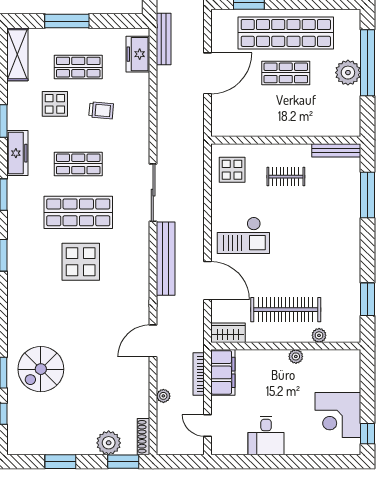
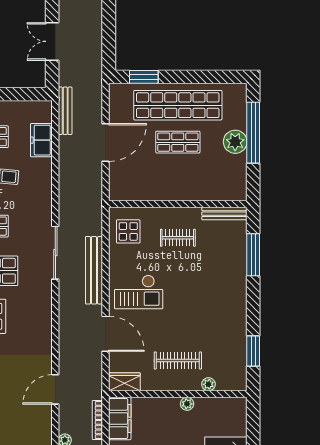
freezer: (138, 54) -> (41, 140), moved
bench: (166, 259) -> (94, 270), moved
clothes rail: (286, 310) -> (178, 360), width x0.73, depth x0.76

